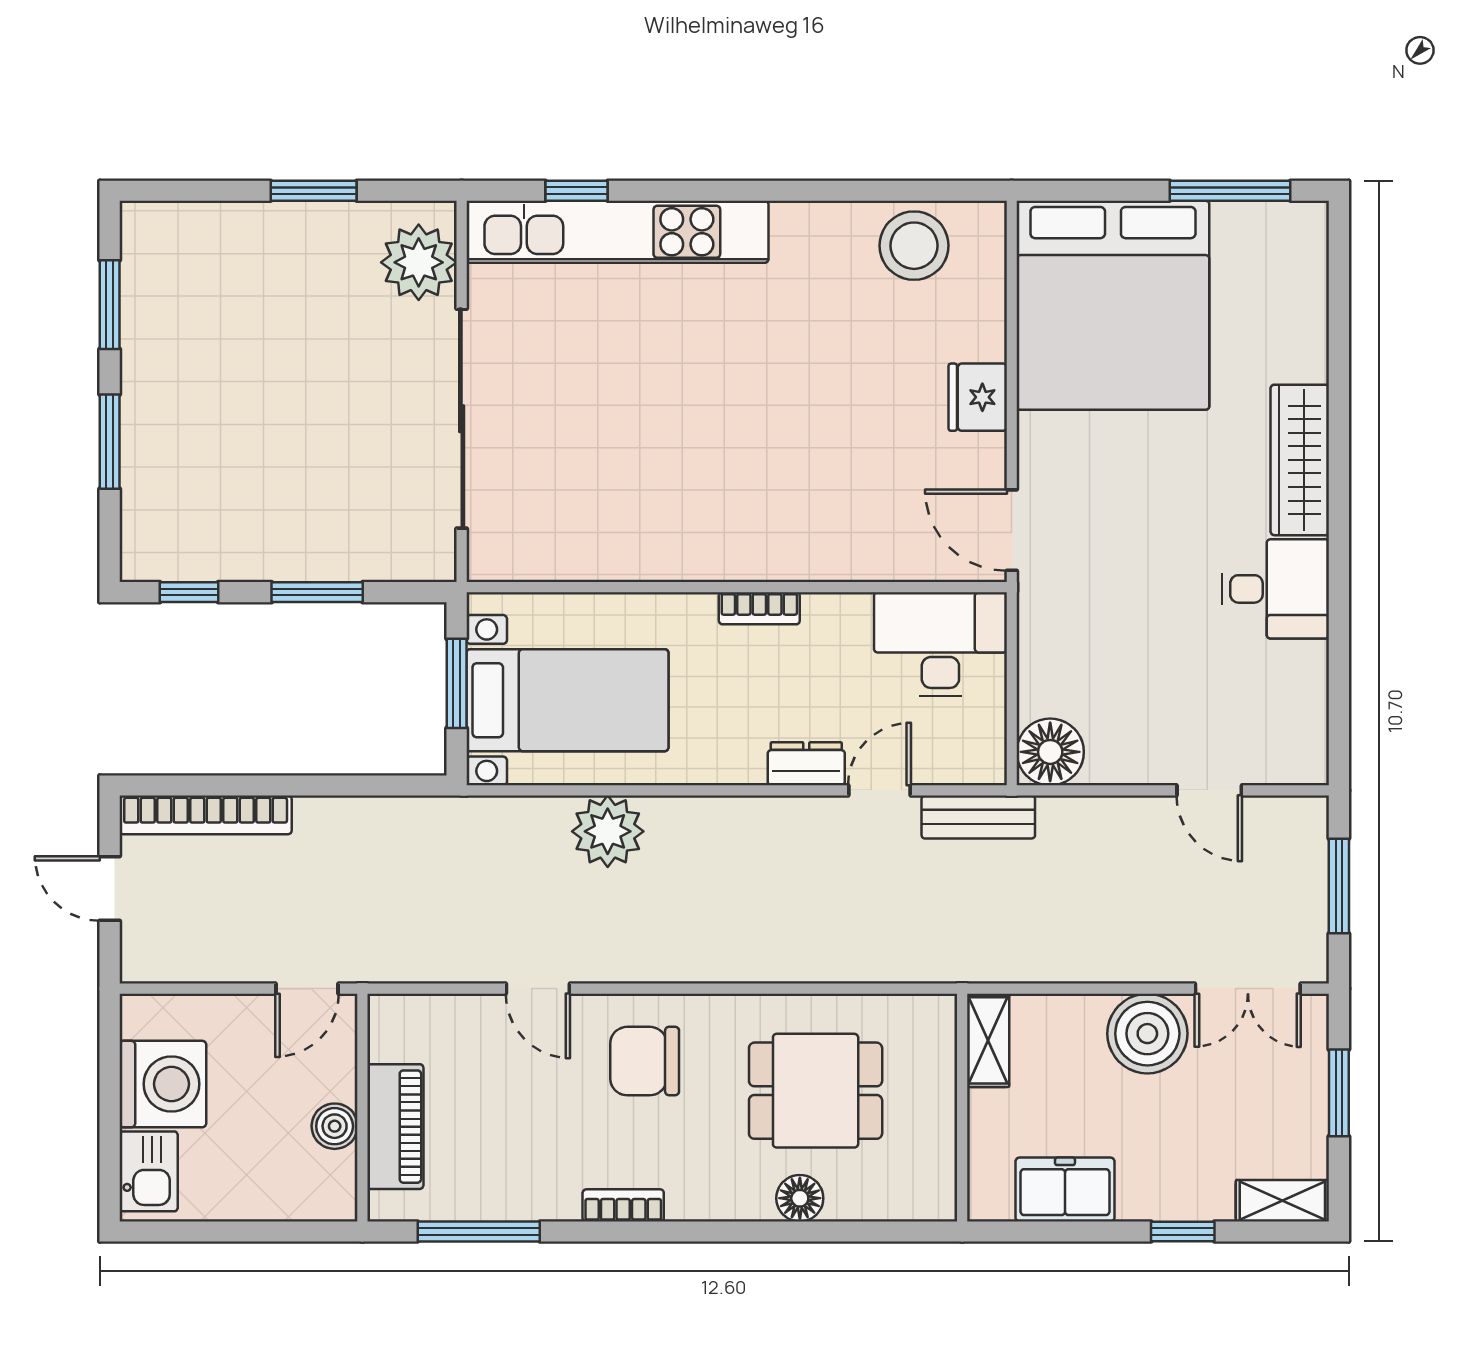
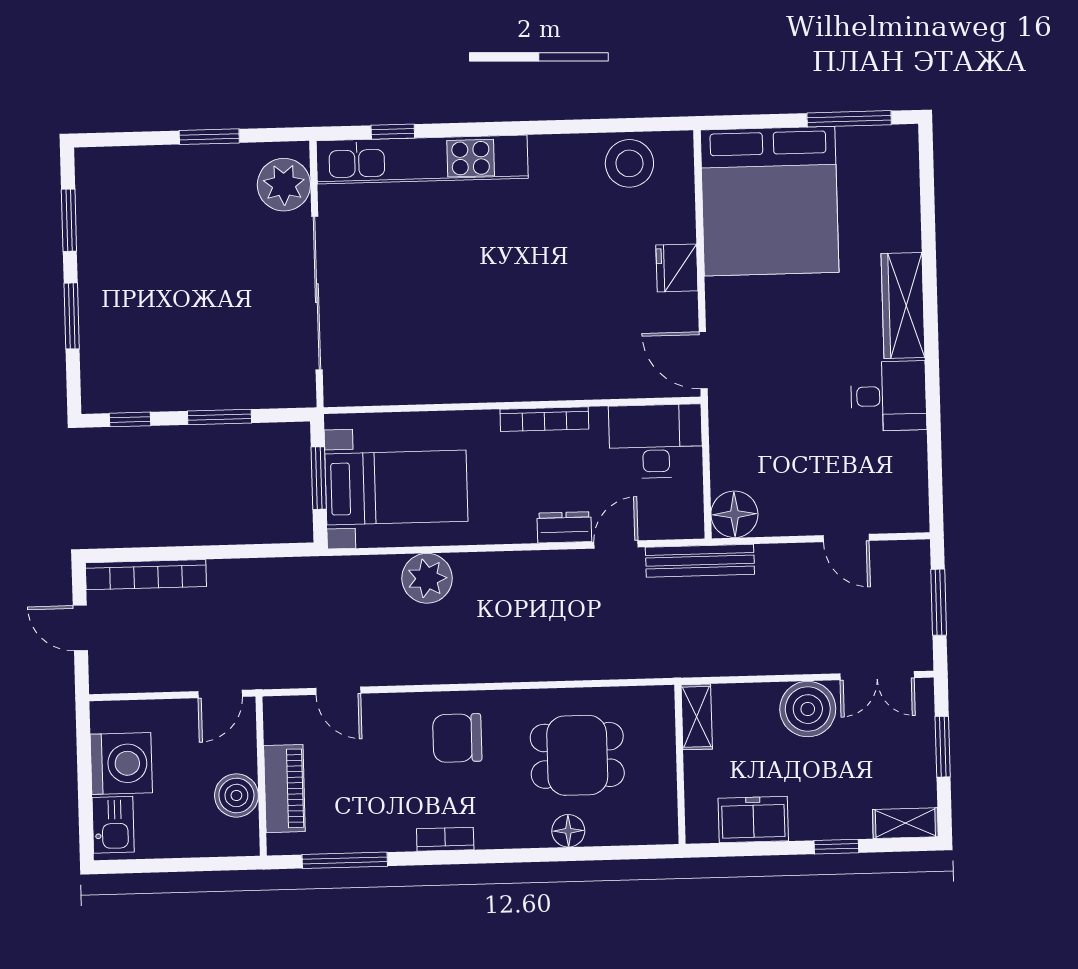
bookcase: (759, 608) -> (544, 419), width x1.56
bench: (978, 817) -> (700, 561), width x1.36
door: (538, 989) -> (338, 691), moved
boiler: (335, 1126) -> (236, 795), width x1.36, depth x1.36

